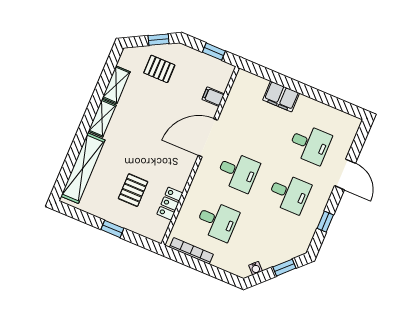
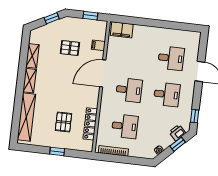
pallet: (159, 69) -> (70, 48), moved
filing cabinet: (281, 96) -> (122, 30), moved
locker: (170, 204) -> (90, 124), width x1.53
window: (325, 222) -> (195, 116), moved
printer: (289, 251) -> (177, 133), added

